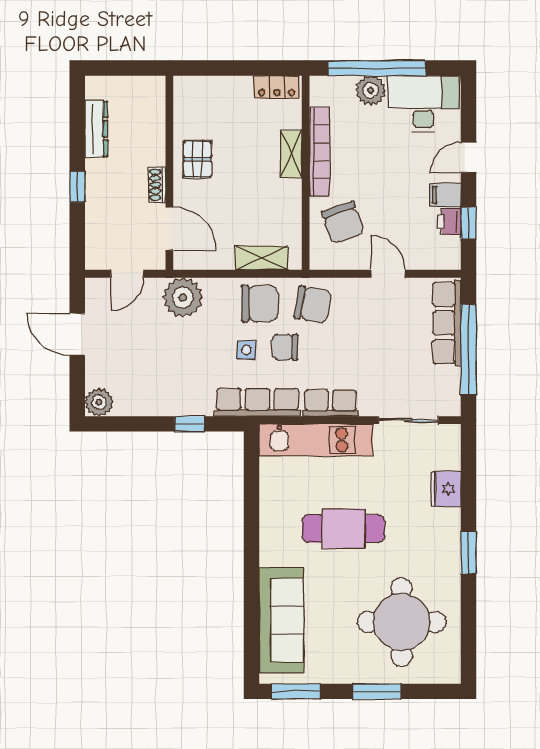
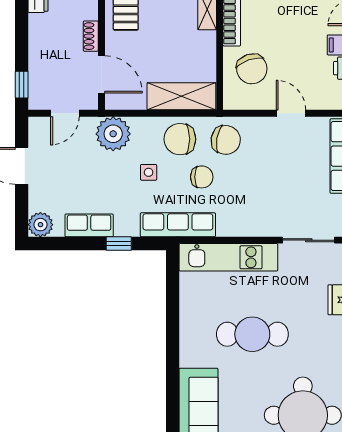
window: (77, 187) -> (22, 85), moved
shelving: (262, 258) -> (181, 96), width x1.50, depth x1.33
chair: (260, 304) -> (180, 139), turned 180
chair: (285, 347) -> (202, 177), turned 180
side table: (246, 350) -> (149, 172), moved
row of seats: (330, 403) -> (89, 225), moved

